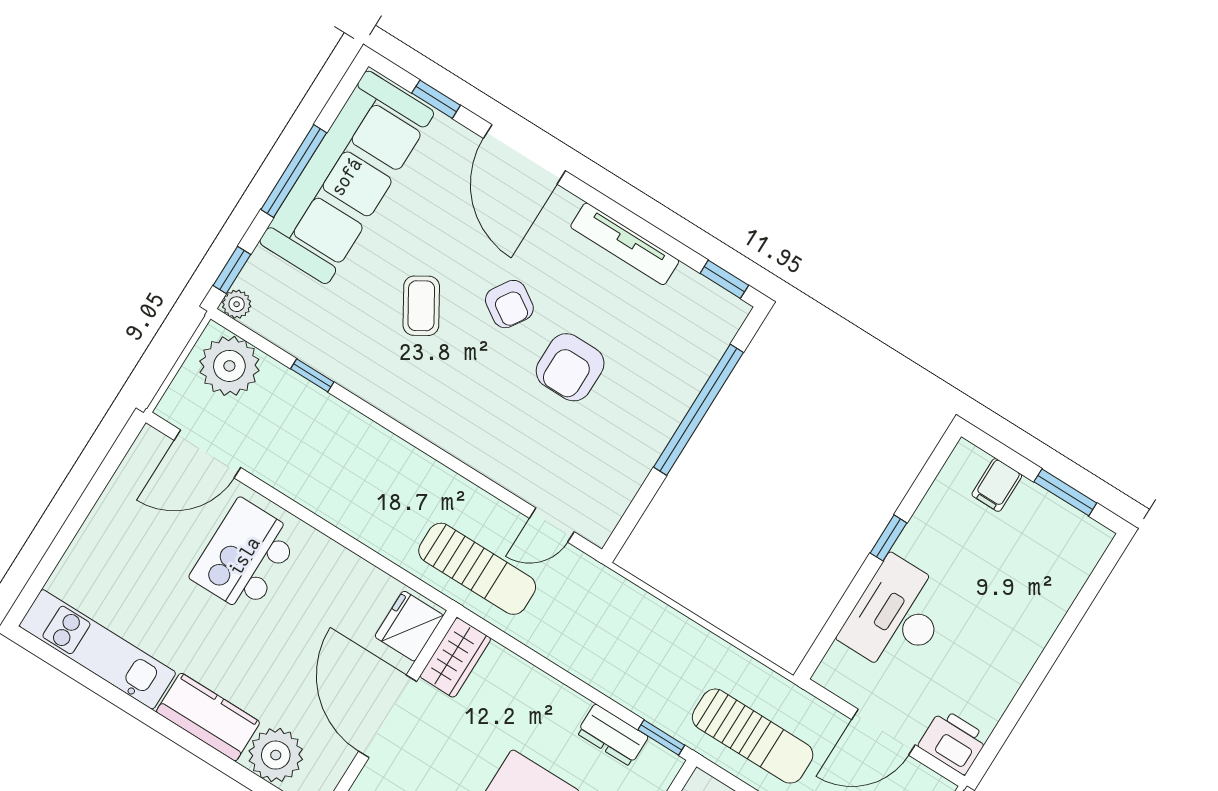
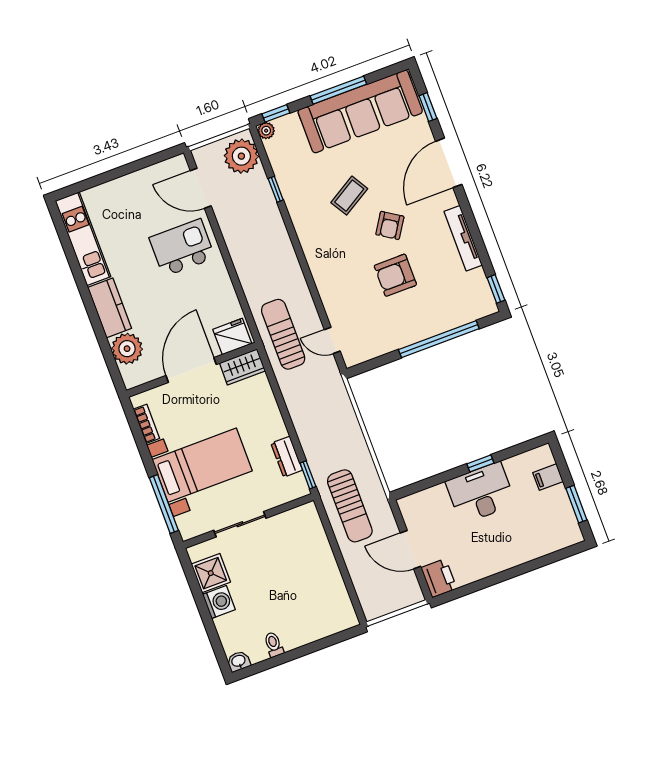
sun lounger: (477, 569) -> (283, 334), turned 180
desk: (897, 616) -> (481, 493), moved

